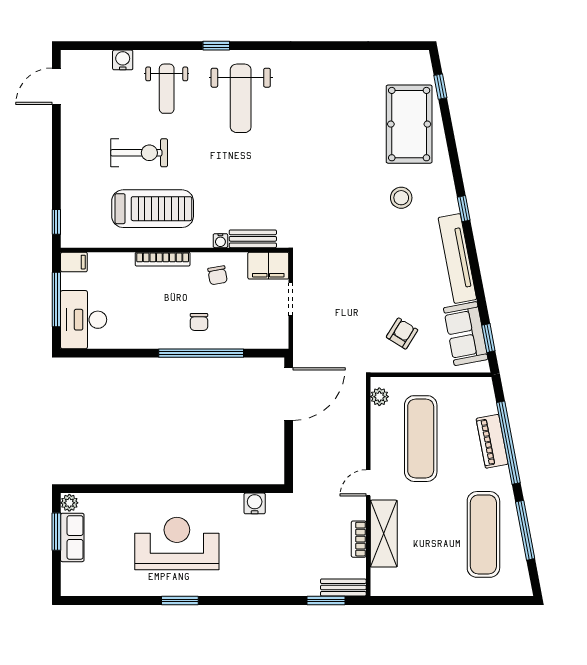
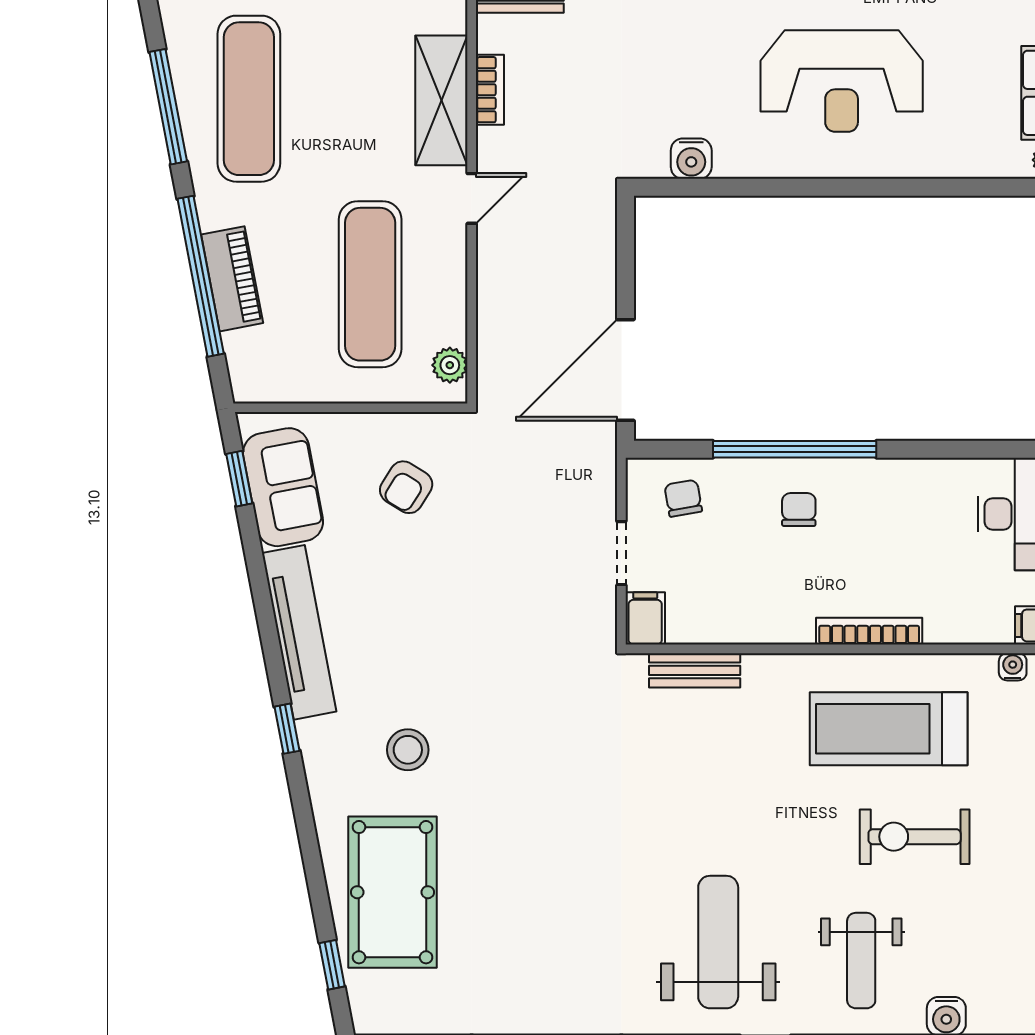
weight bench: (167, 89) -> (861, 961), turned 180
water cooler: (220, 241) -> (1013, 667), moved
filing cabinet: (268, 266) -> (645, 618), width x0.50
chair: (218, 275) -> (683, 498), moved

